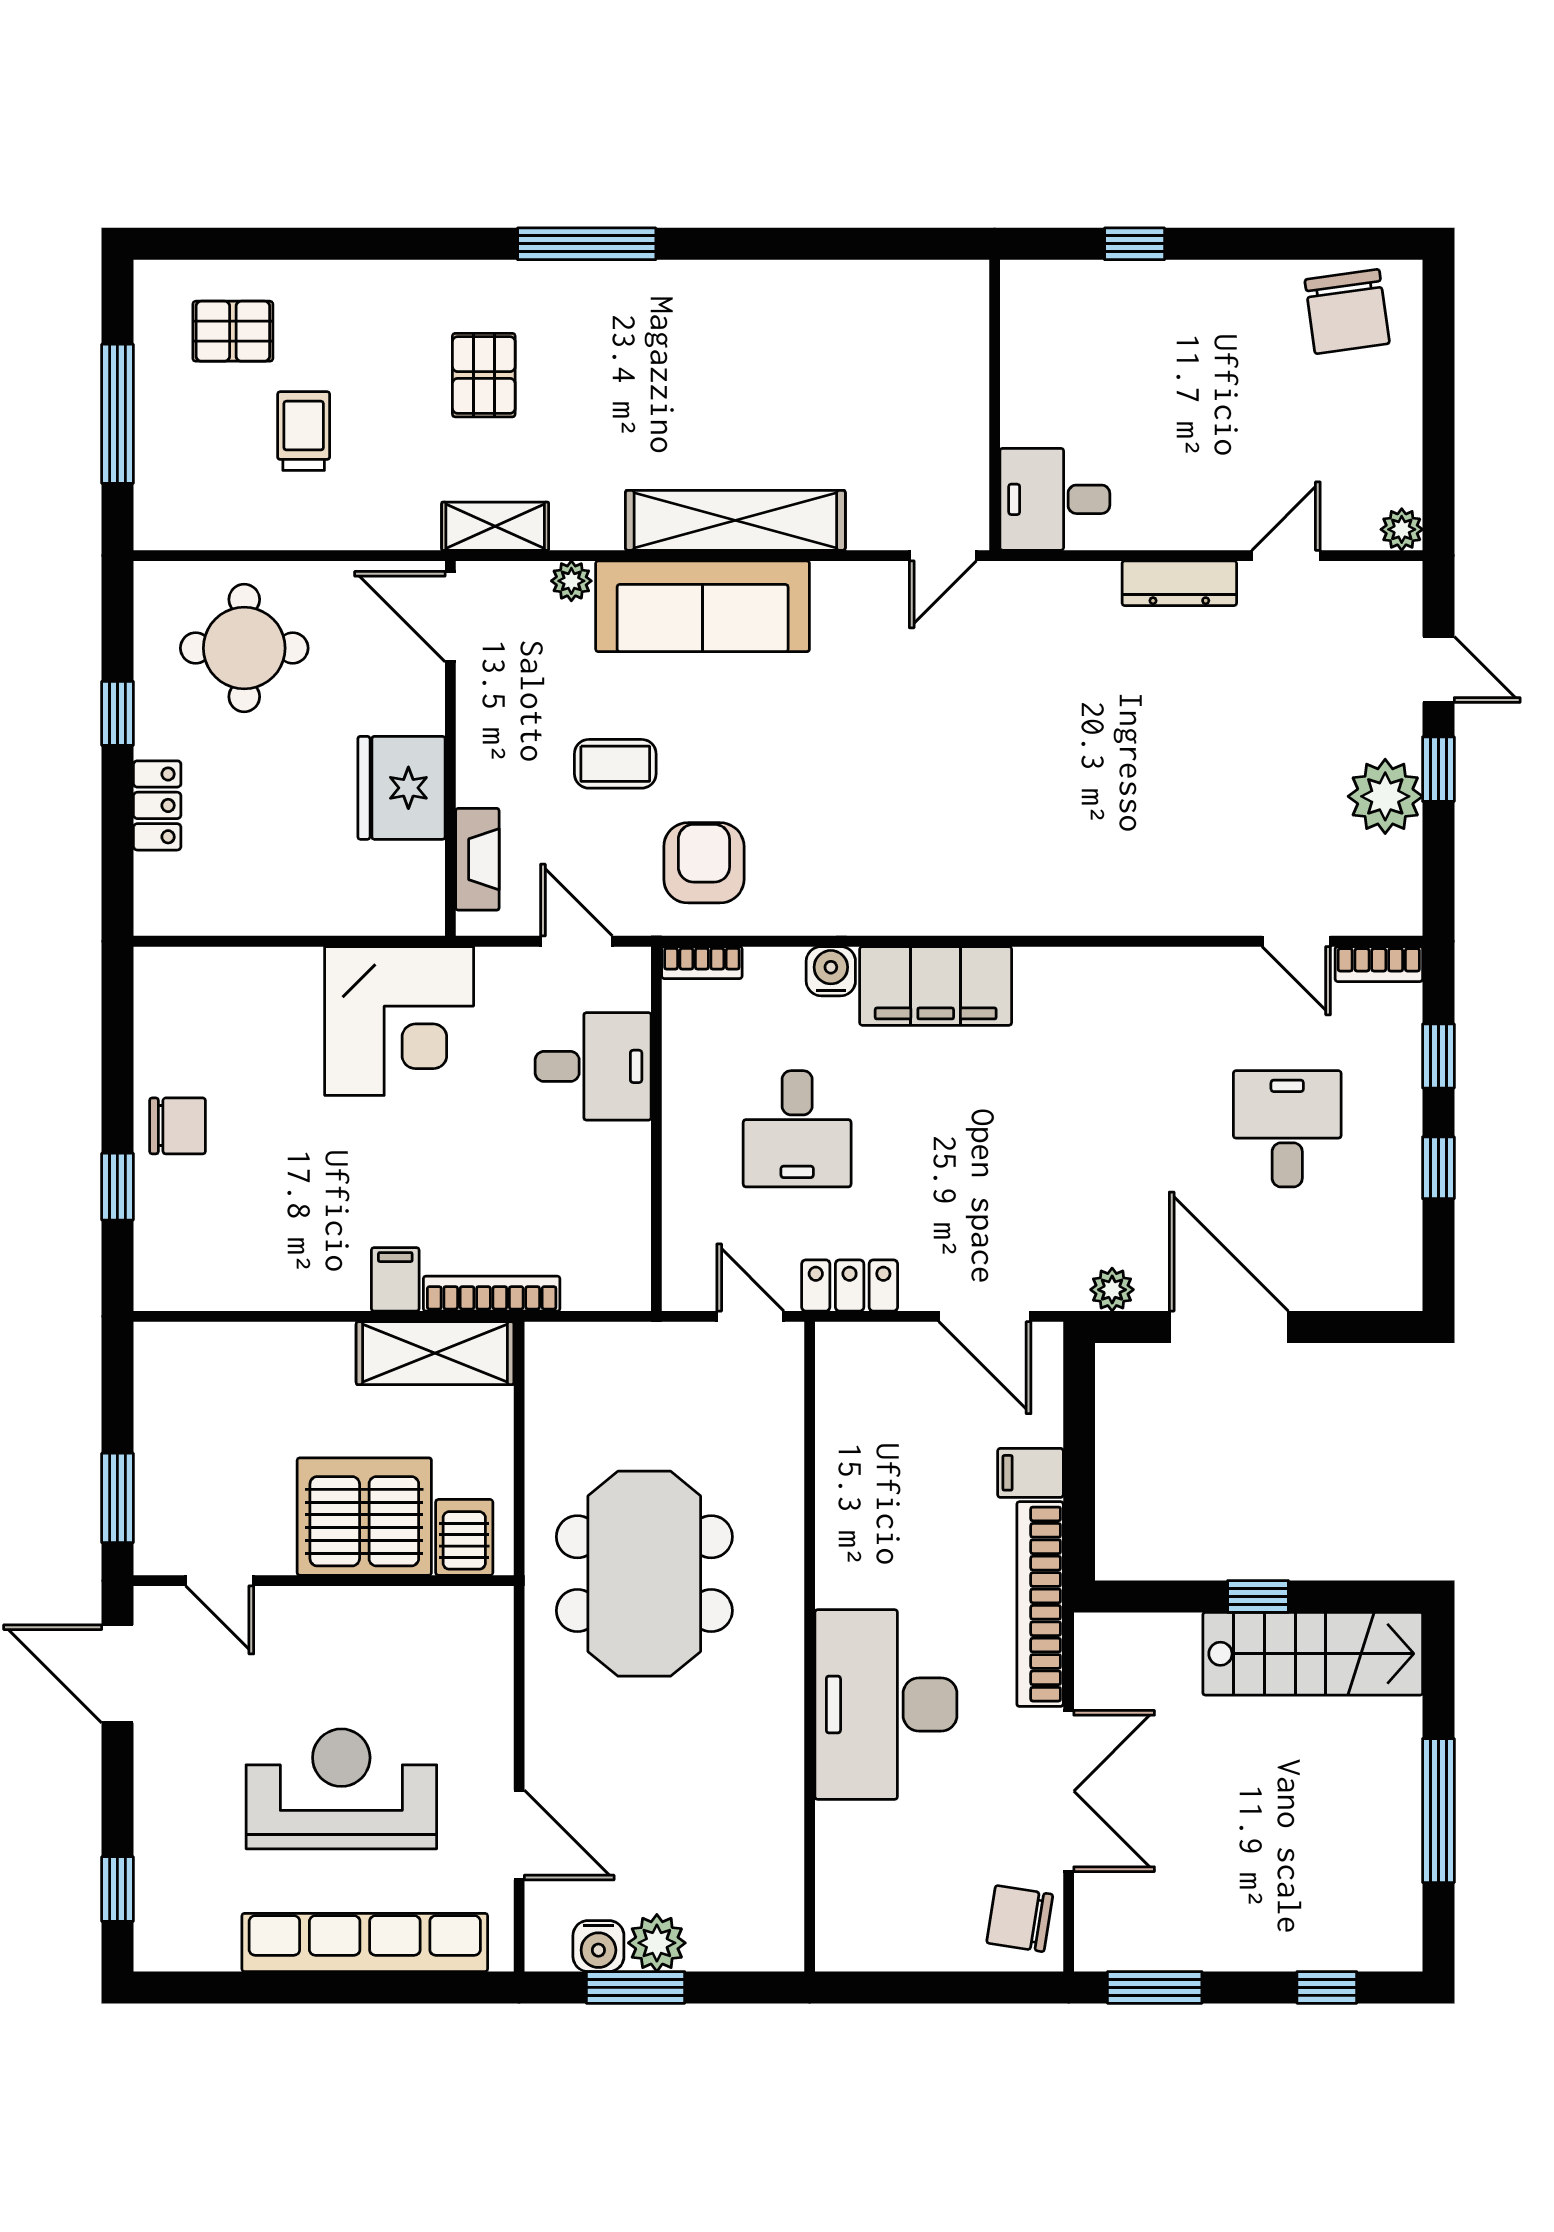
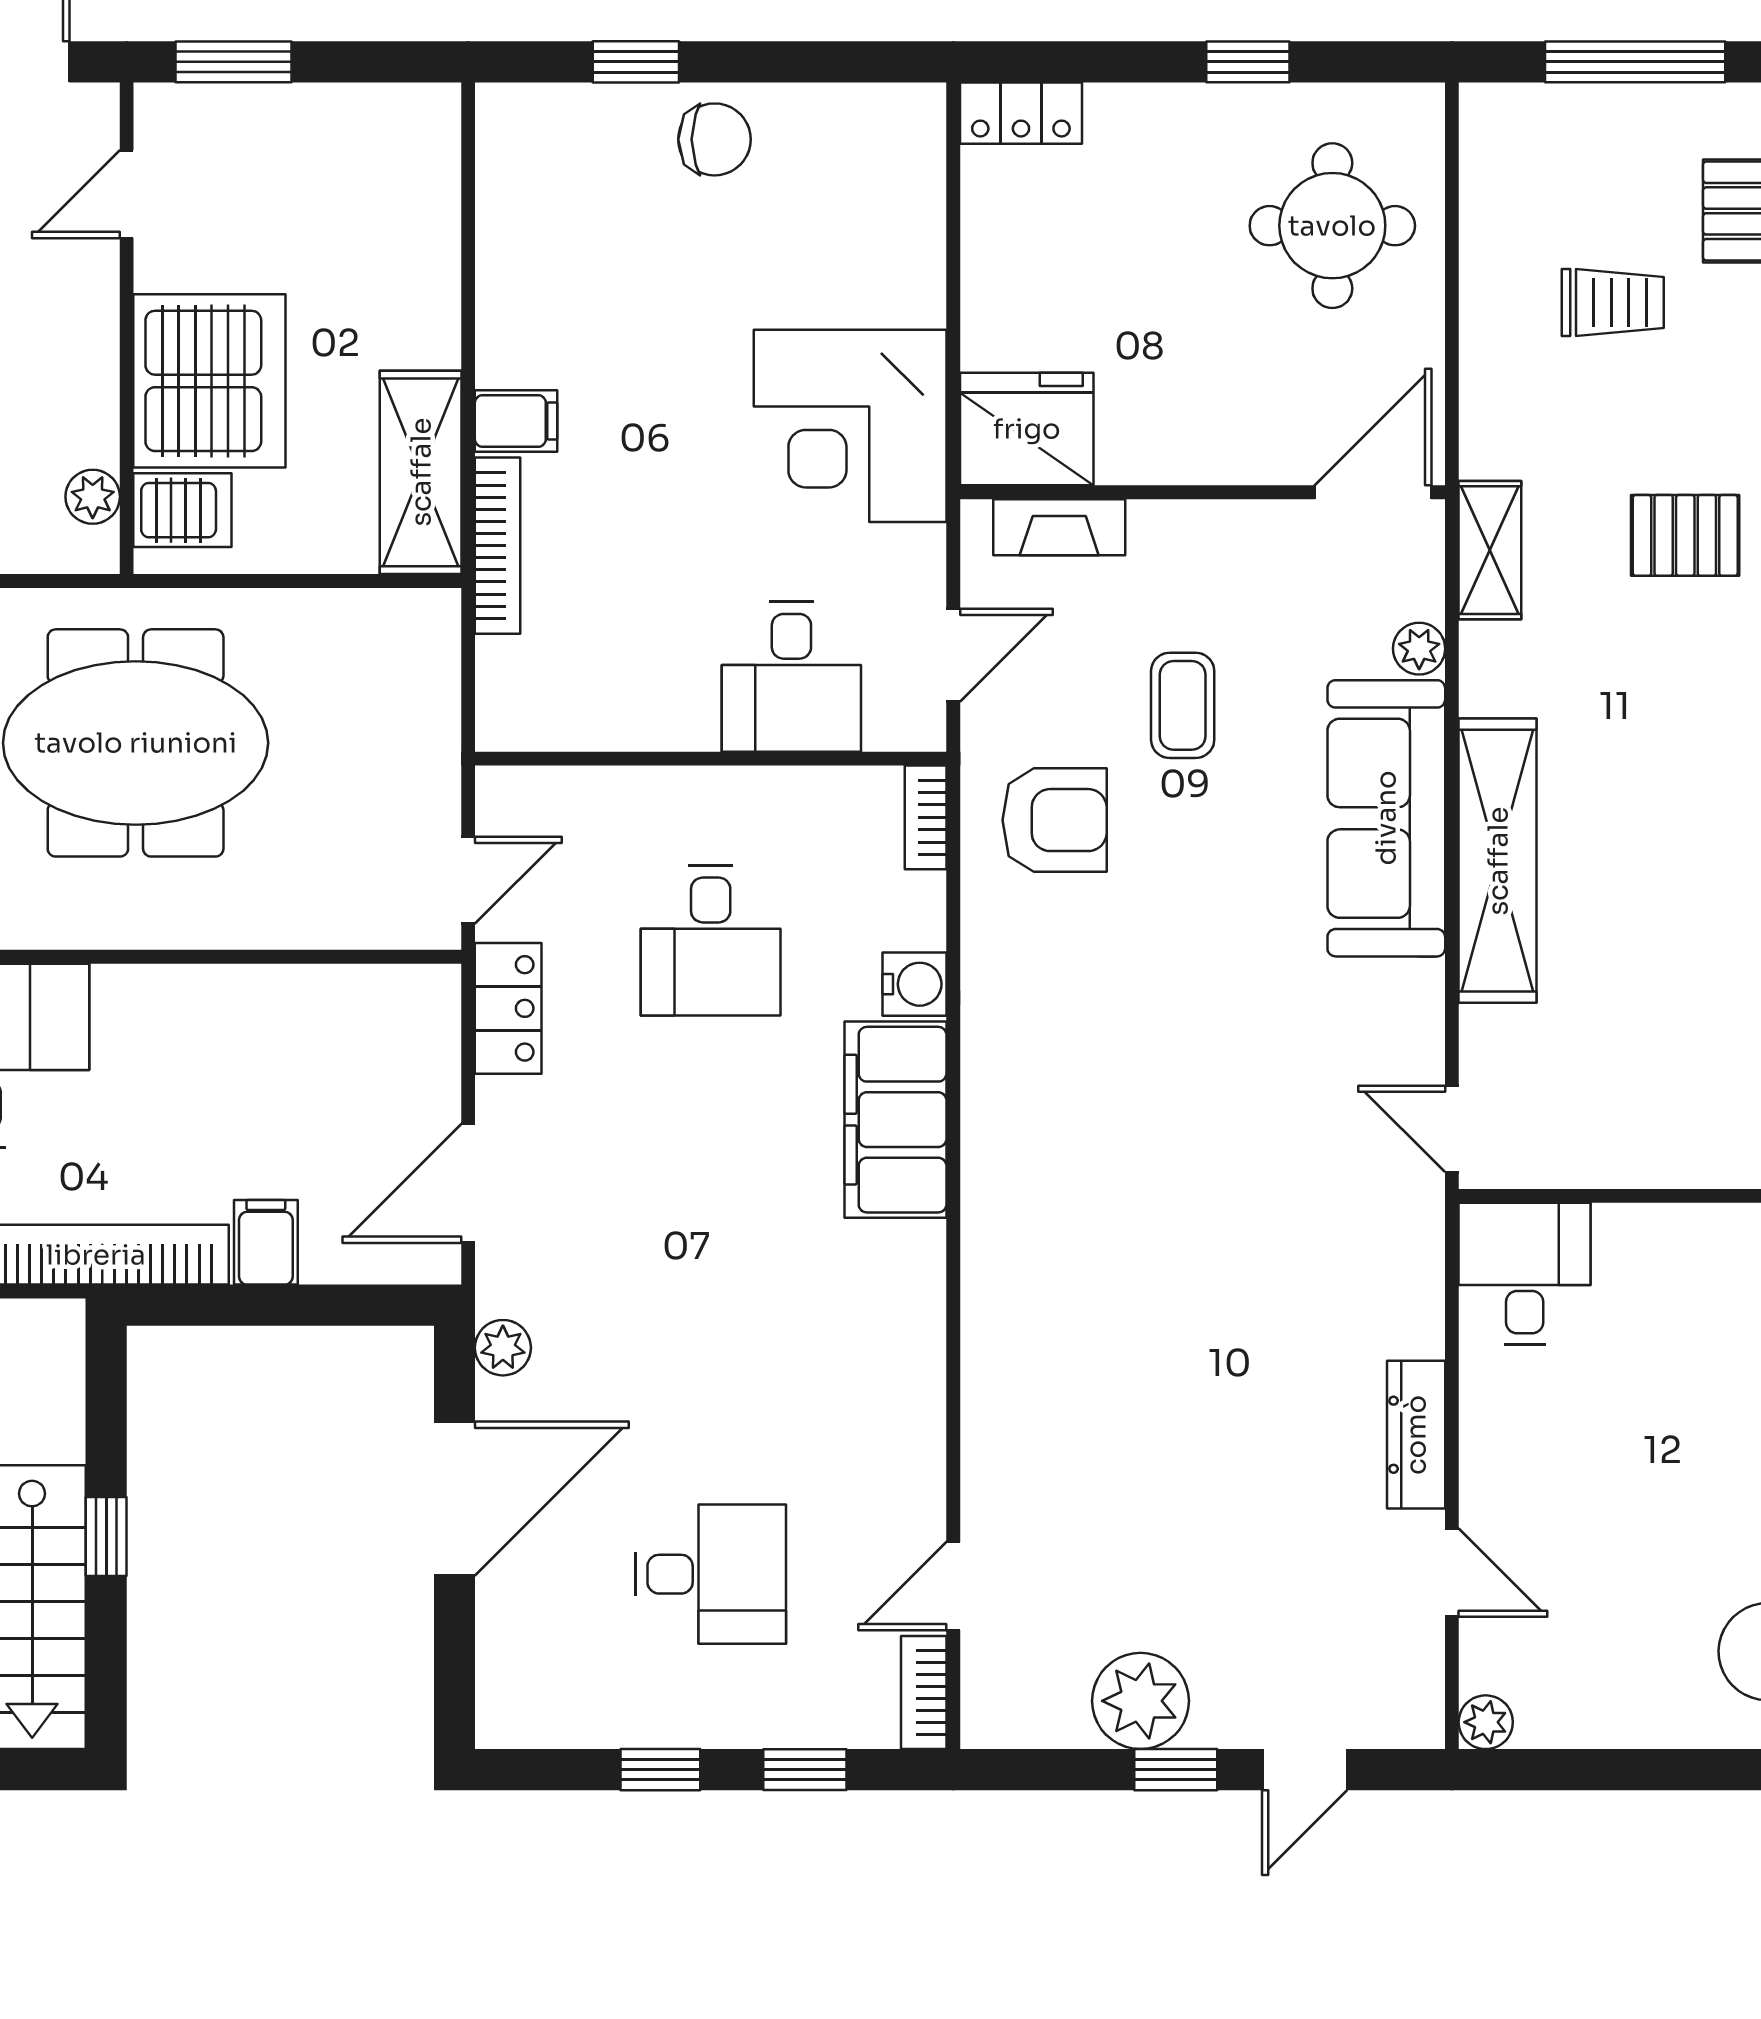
fridge: (401, 788) -> (1027, 429), moved
locker: (157, 805) -> (1021, 113), moved
chair: (177, 1126) -> (714, 139), turned -90
desk: (797, 1129) -> (711, 941), turned -90
plant: (454, 1607) -> (93, 497), added

